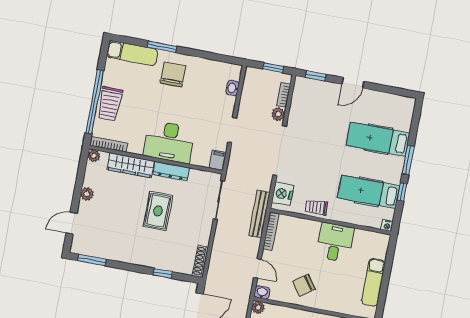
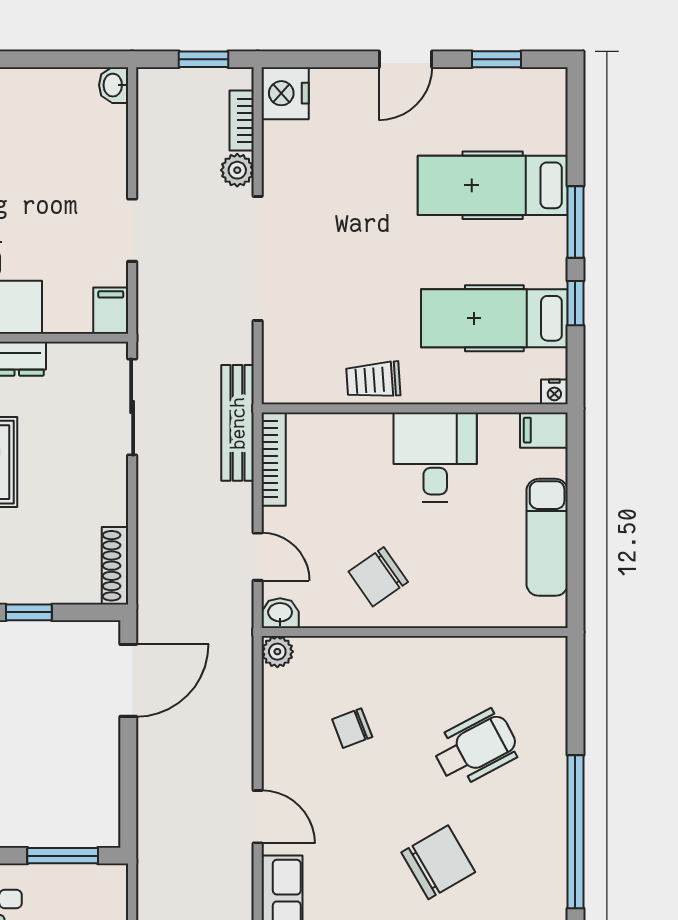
window: (316, 76) -> (496, 59), moved
washbasin: (233, 88) -> (114, 85), moved
nightstand: (283, 194) -> (285, 93), moved
filing cabinet: (380, 240) -> (544, 430), added

